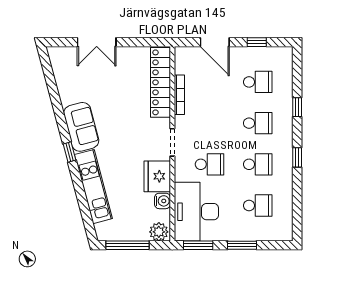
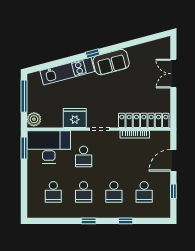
water cooler: (162, 201) -> (57, 122), removed
window: (242, 245) -> (24, 180), removed

